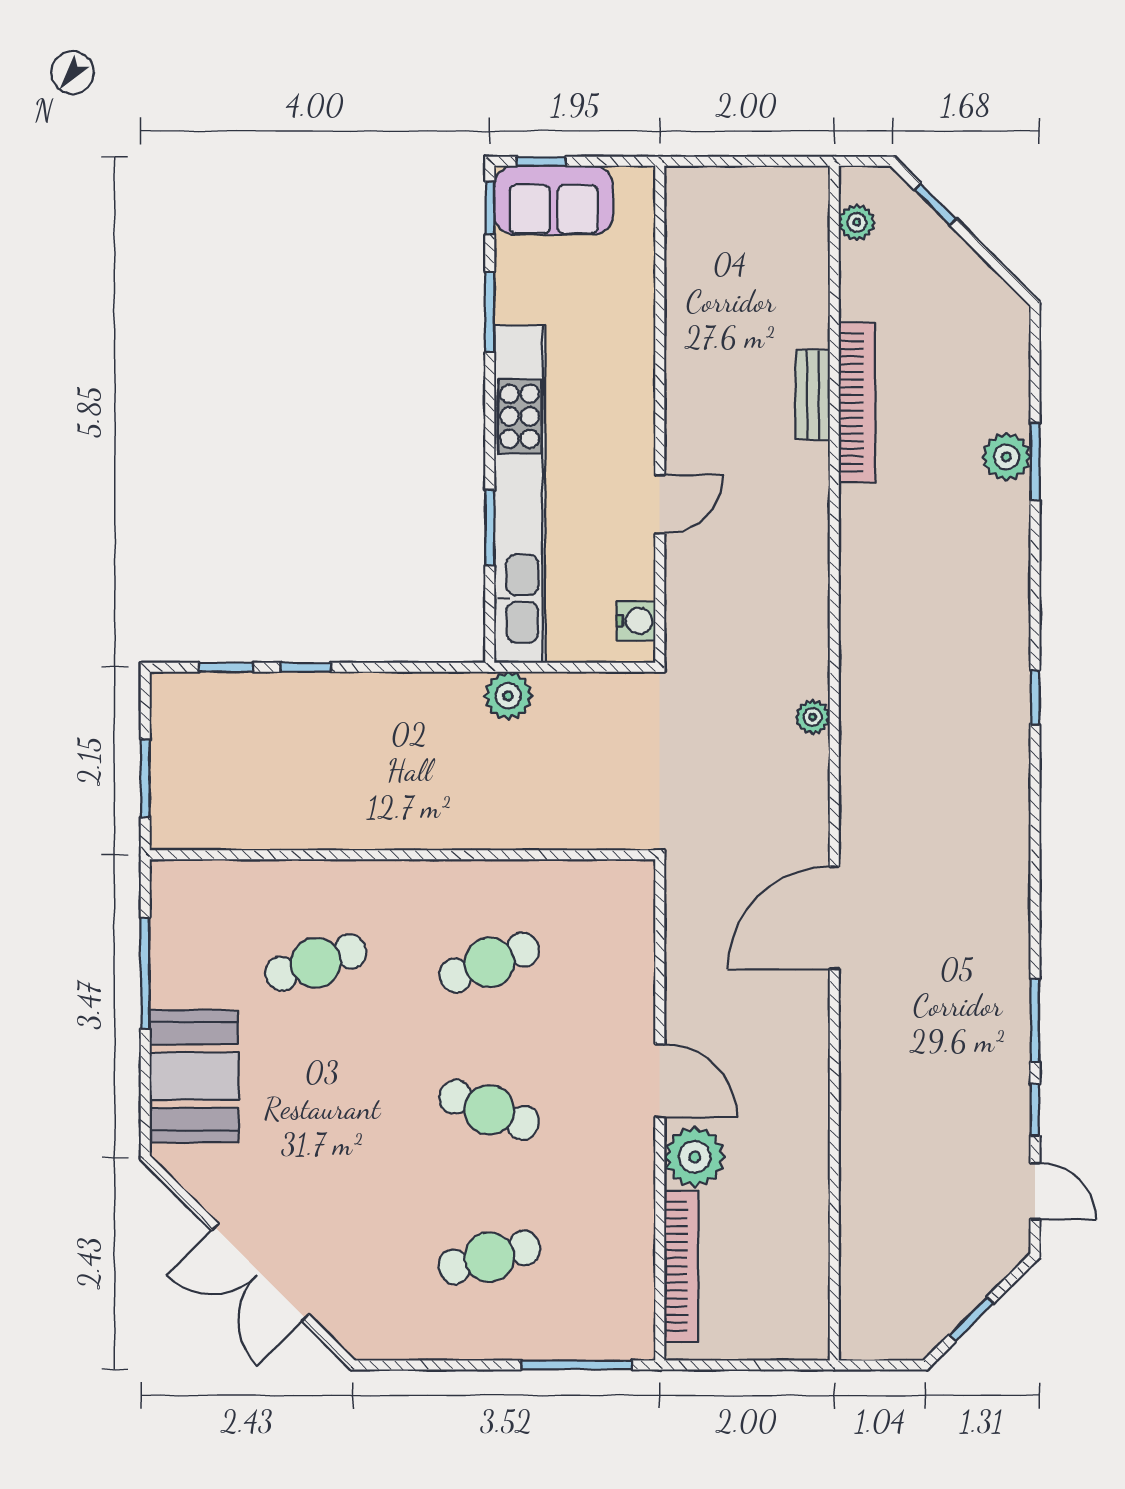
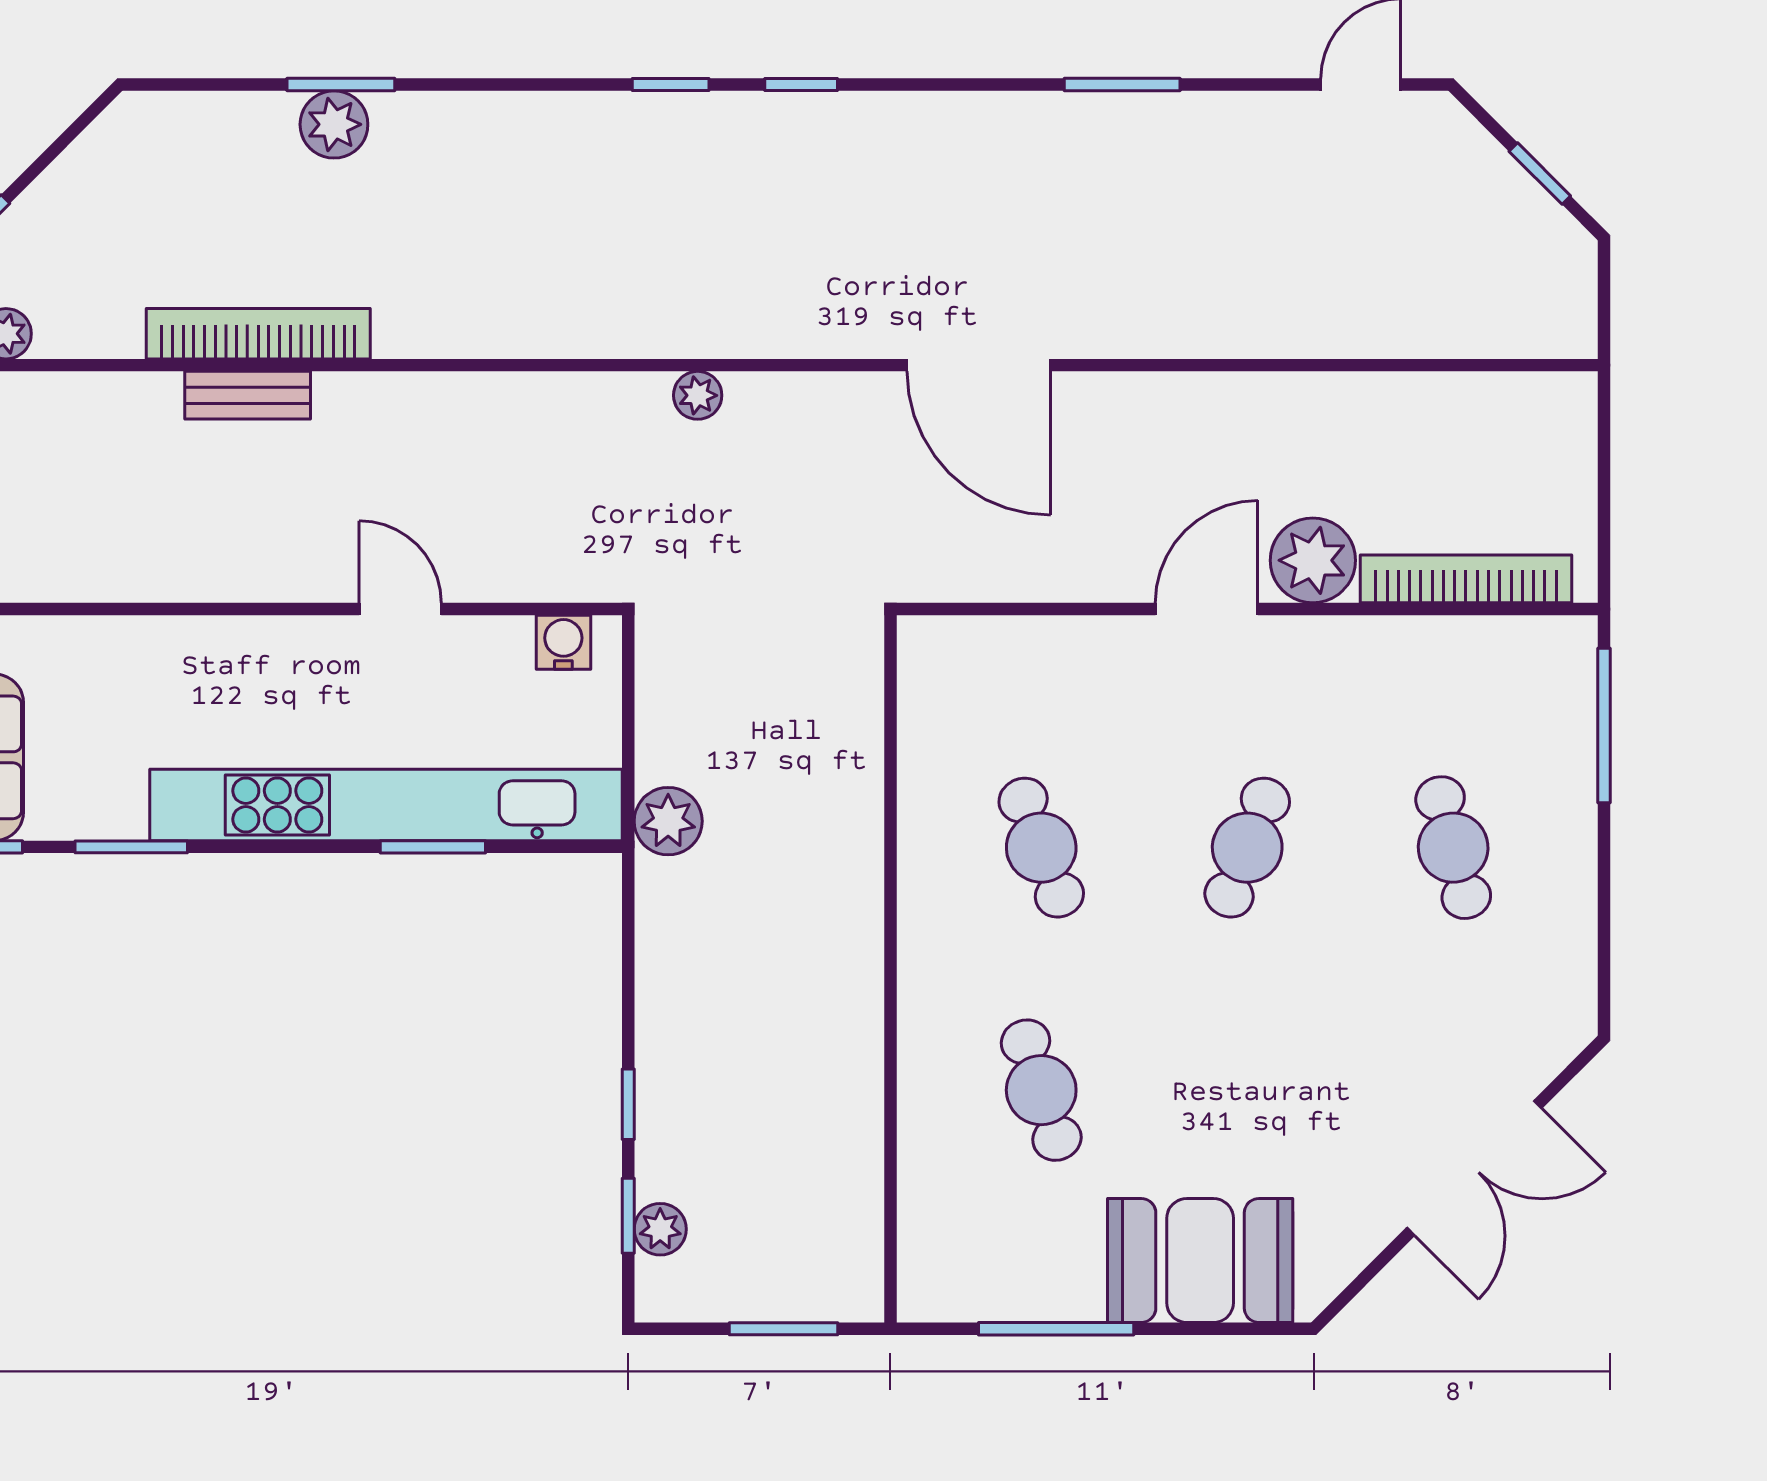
plant: (216, 690) -> (660, 1229), added
window: (1035, 1110) -> (801, 85), moved

